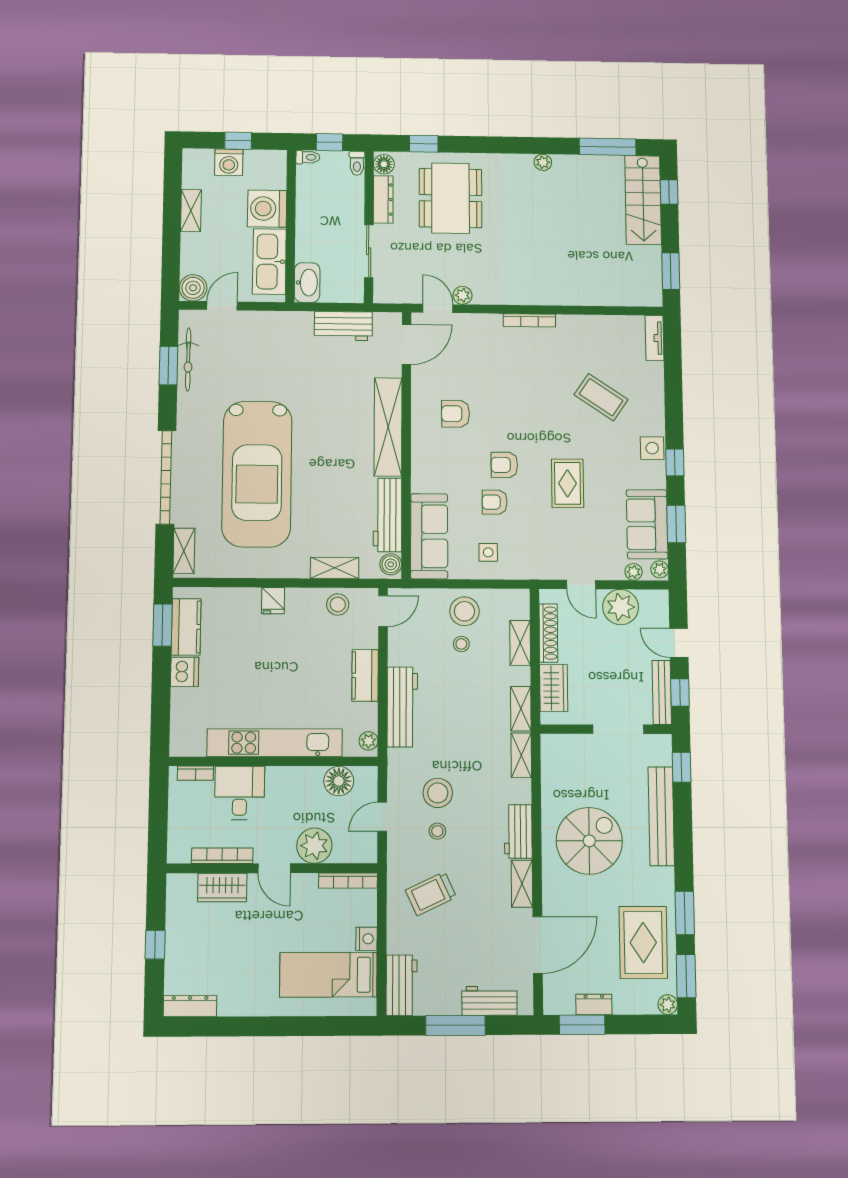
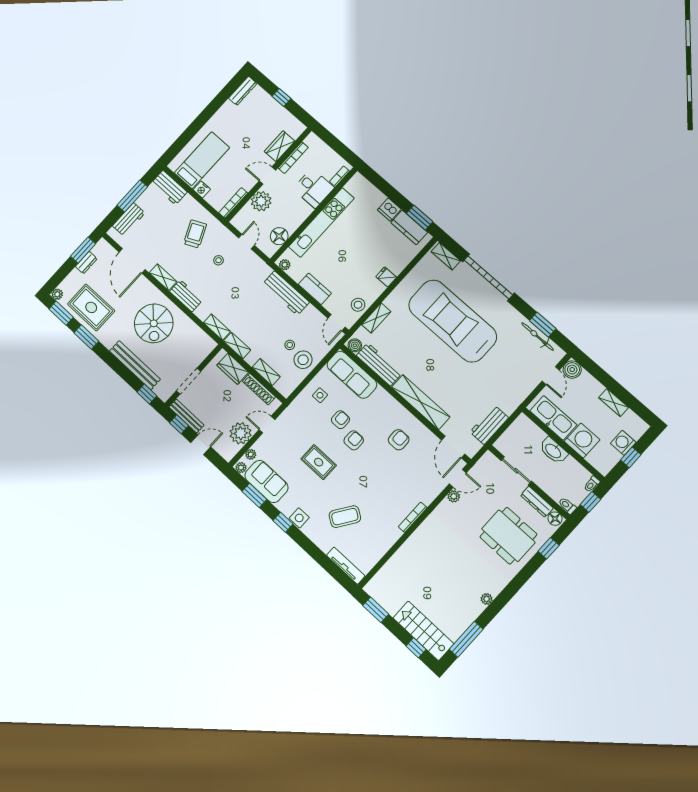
washbasin: (307, 283) -> (553, 451), moved
tv unit: (654, 338) -> (346, 566), width x1.41
stool: (438, 793) -> (234, 275), removed

